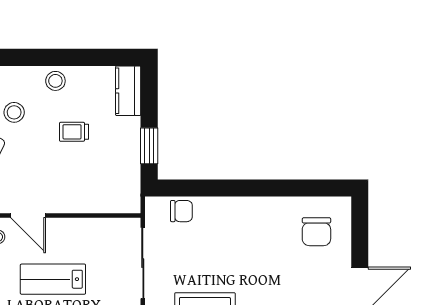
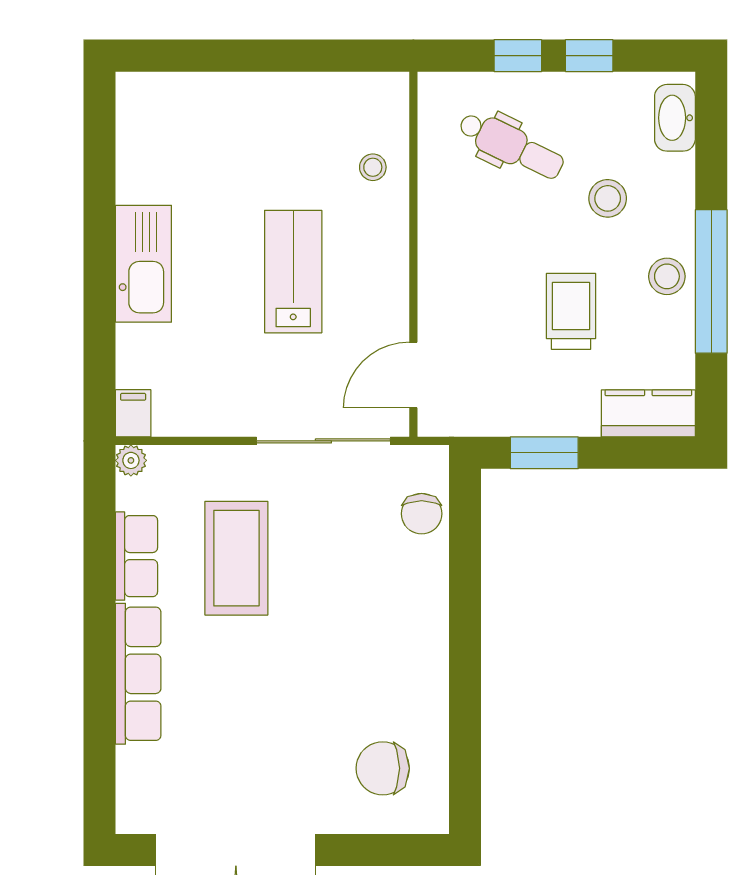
window: (58, 57) -> (711, 281), added
trolley: (74, 132) -> (571, 311), width x1.36, depth x1.39
door: (28, 215) -> (413, 375), moved

